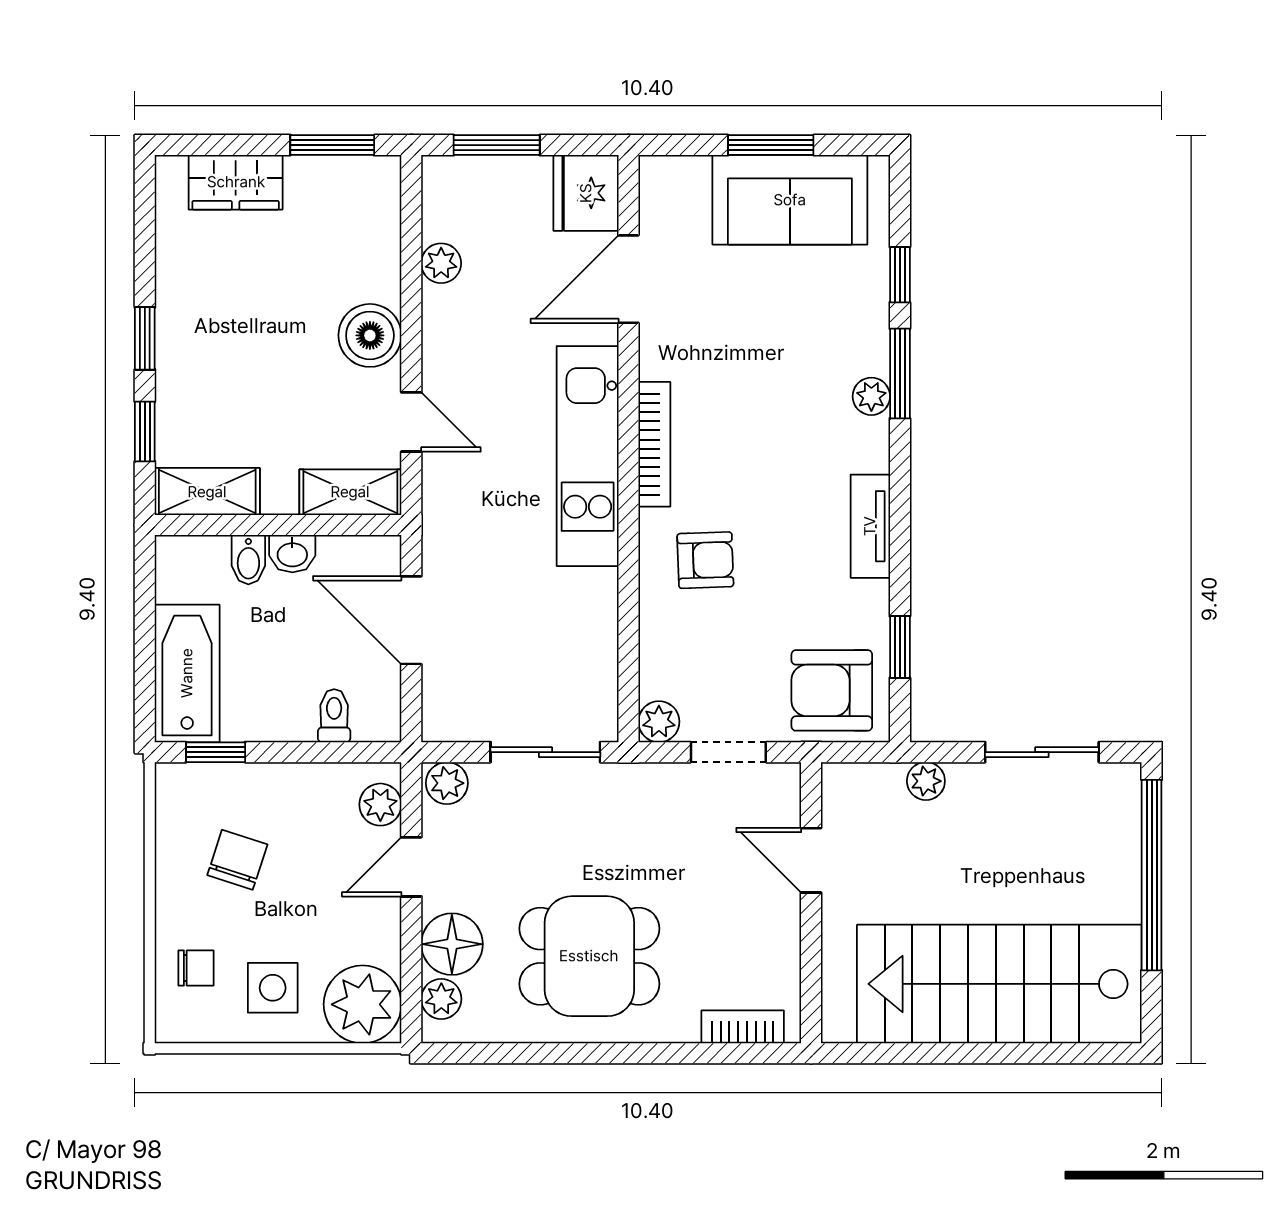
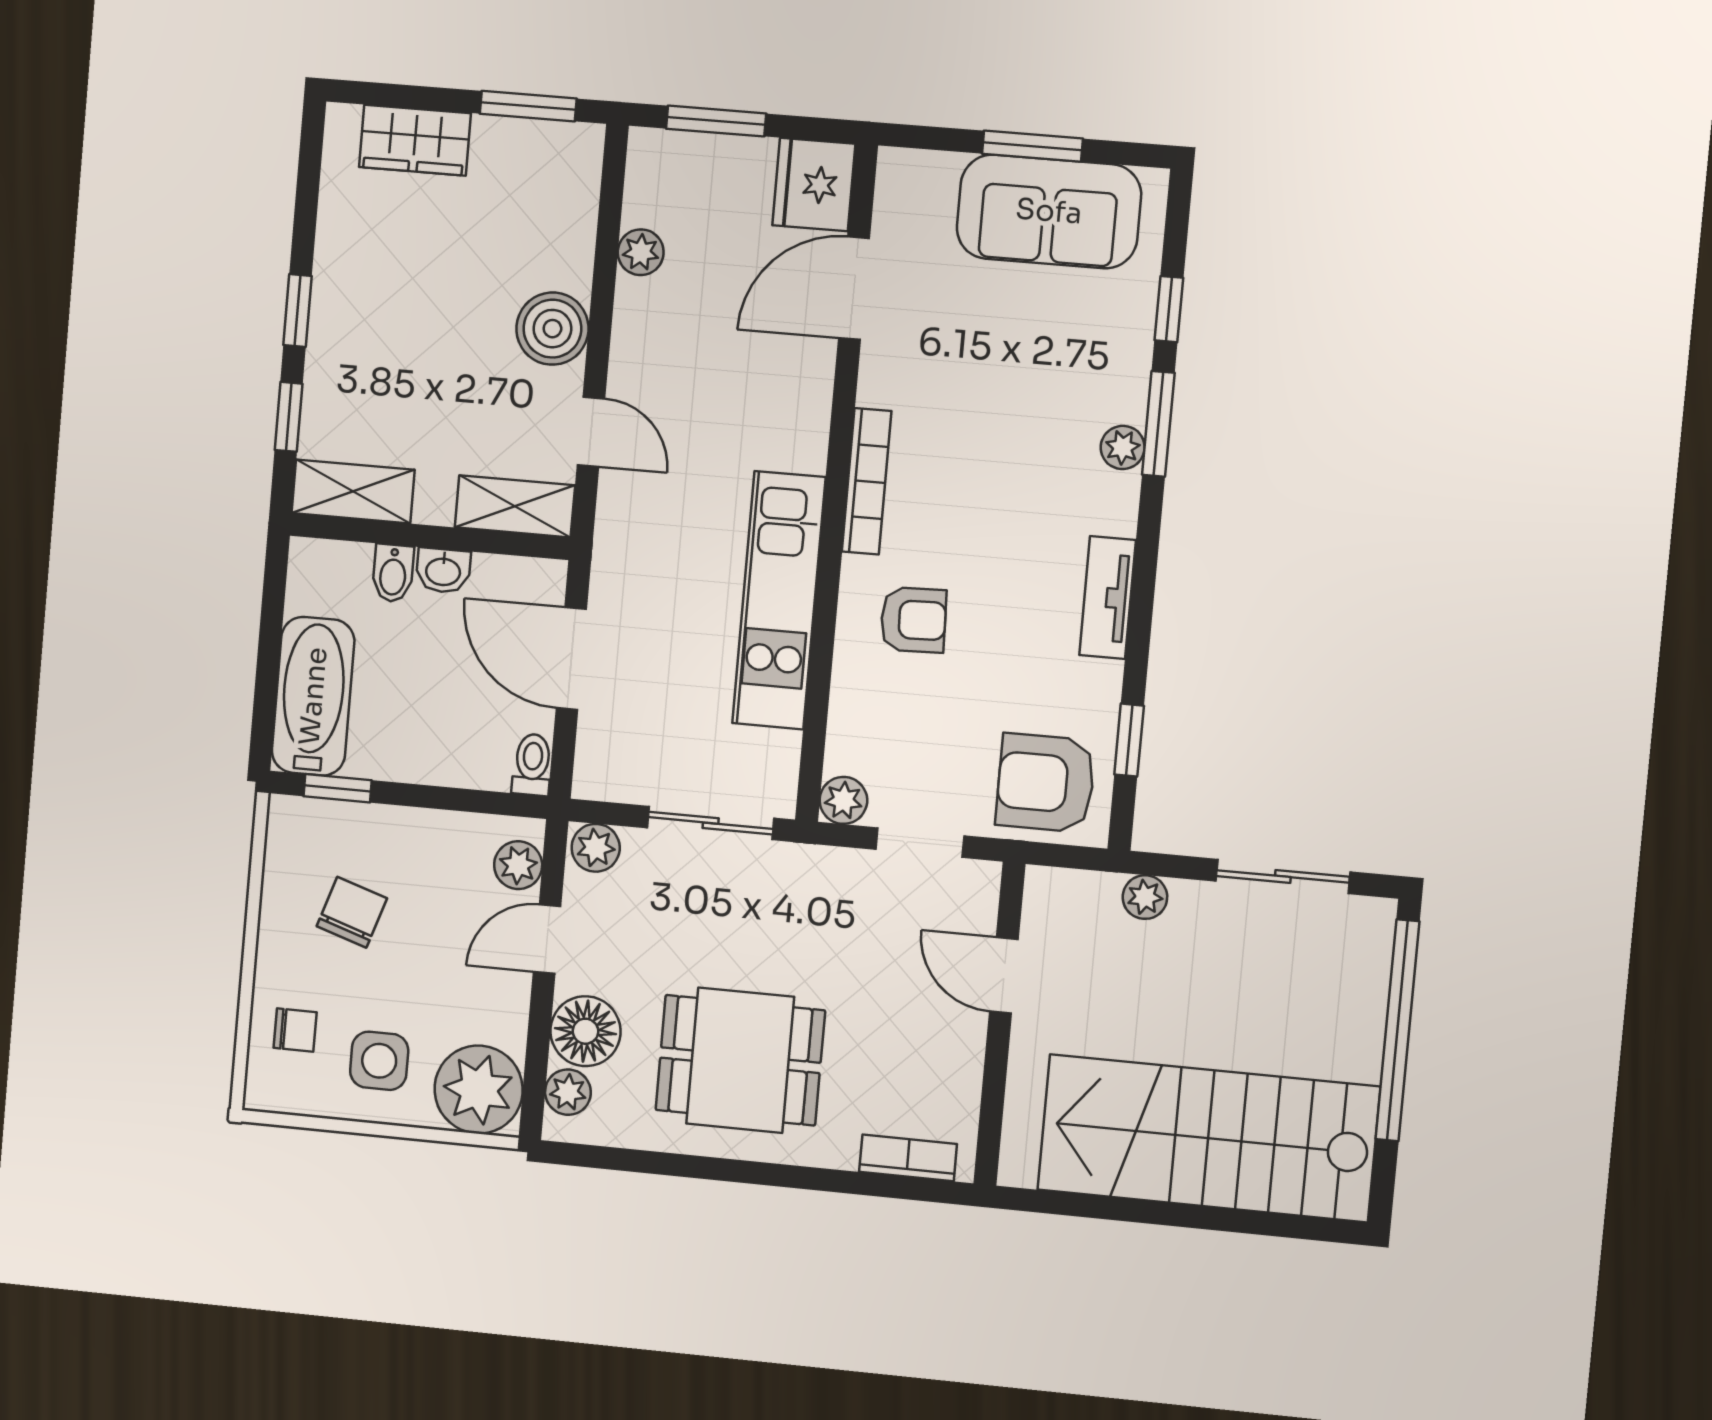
kitchen unit: (588, 456) -> (779, 600), moved
toilet: (334, 716) -> (532, 765), moved

